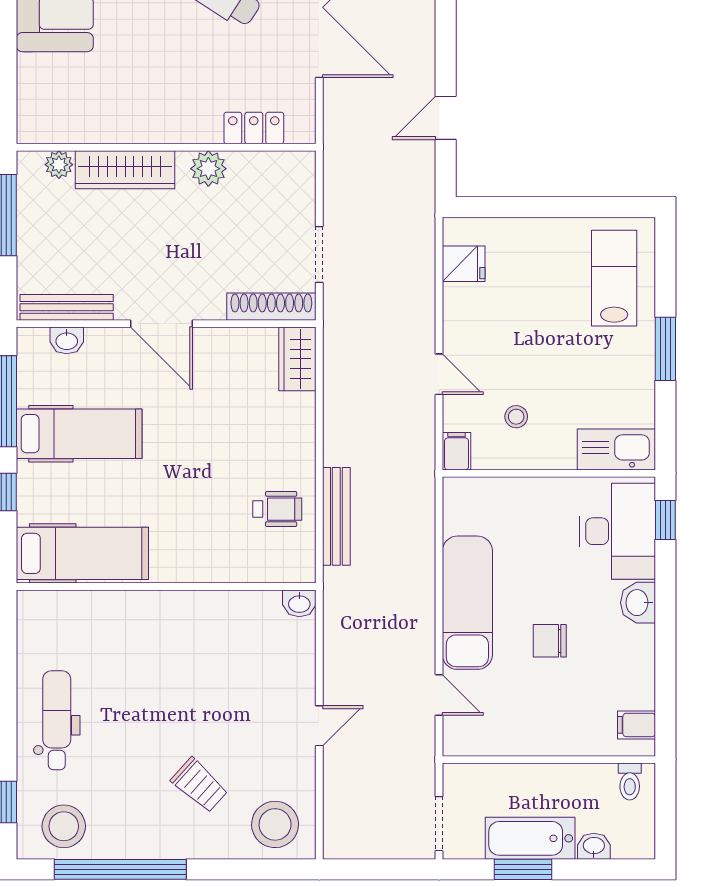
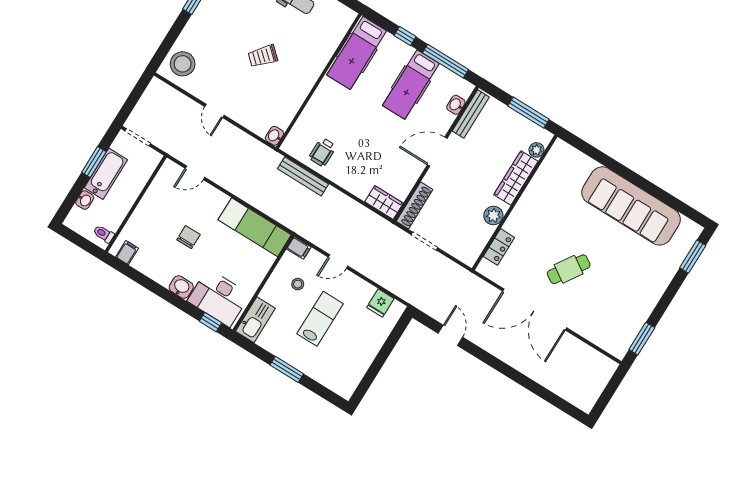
lab bench: (614, 278) -> (320, 319), moved, turned -90
exam couch: (467, 603) -> (255, 227), moved
trolley: (199, 785) -> (263, 56), moved

